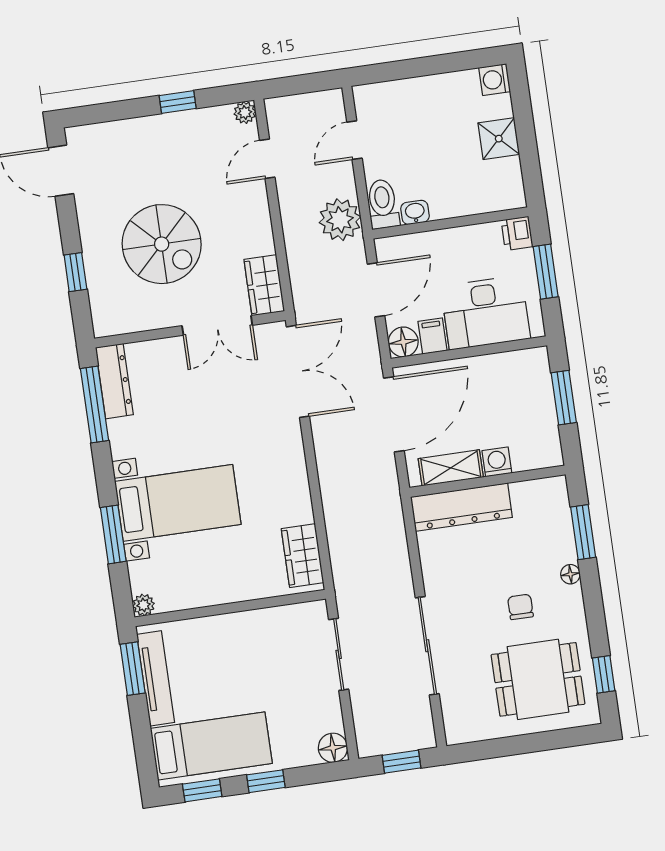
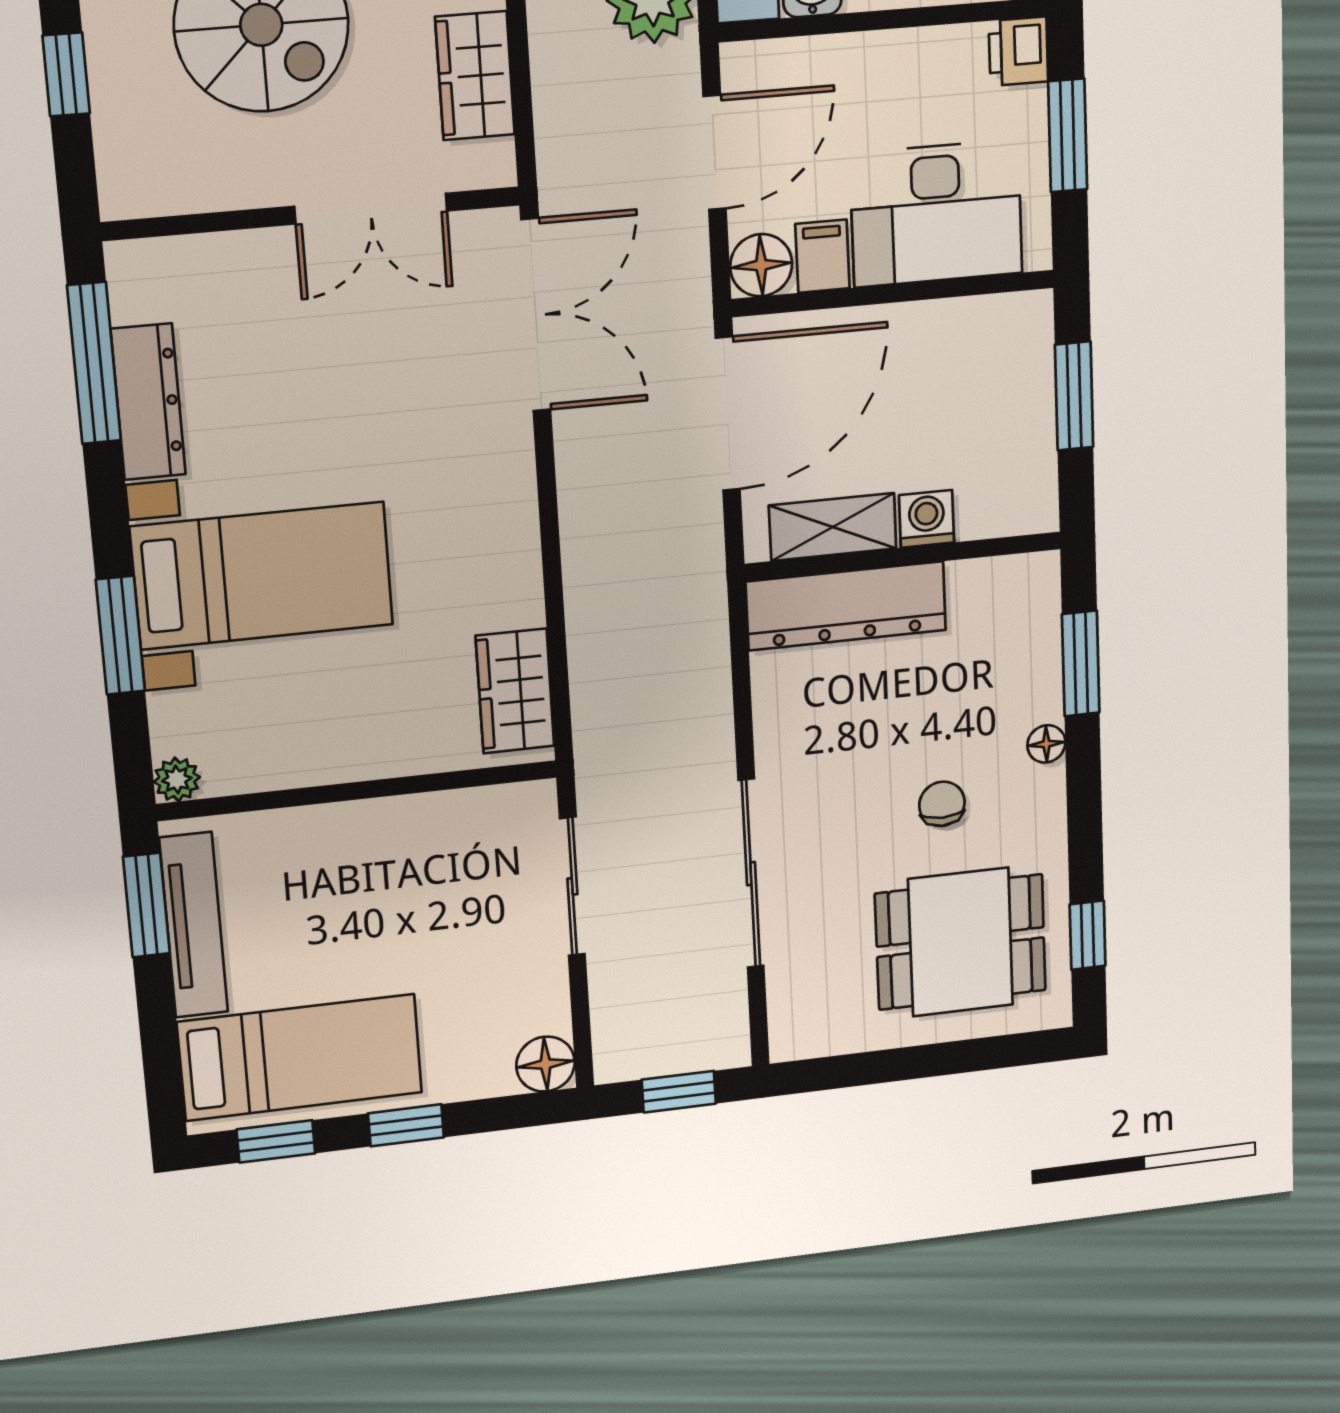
wardrobe: (264, 285) -> (475, 76), moved
dresser: (114, 381) -> (148, 402), moved

